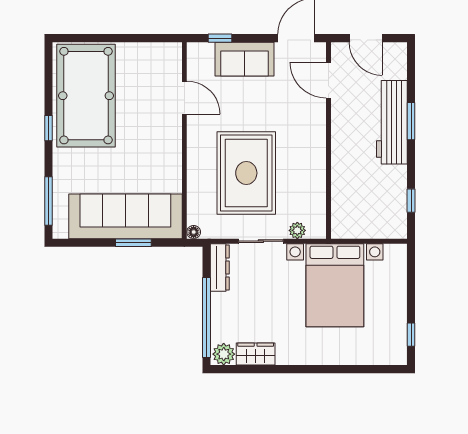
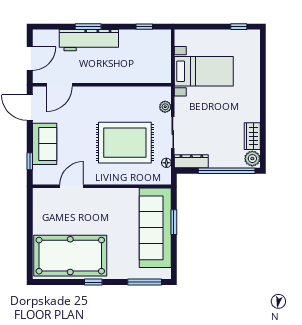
floor lamp: (194, 232) -> (166, 163), moved
bed with nightstands: (335, 285) -> (204, 71), width x0.73

